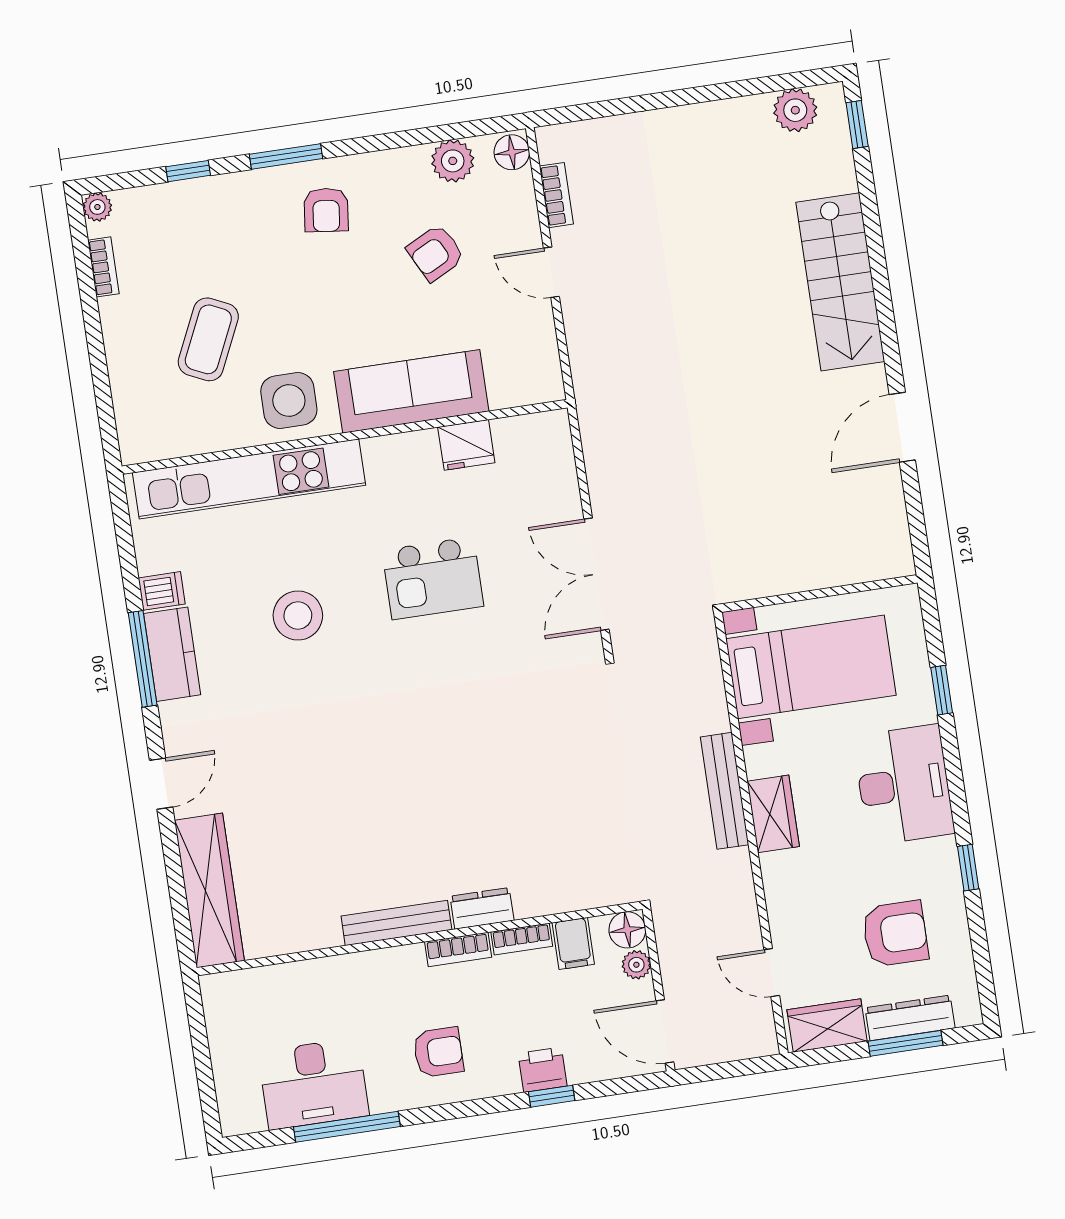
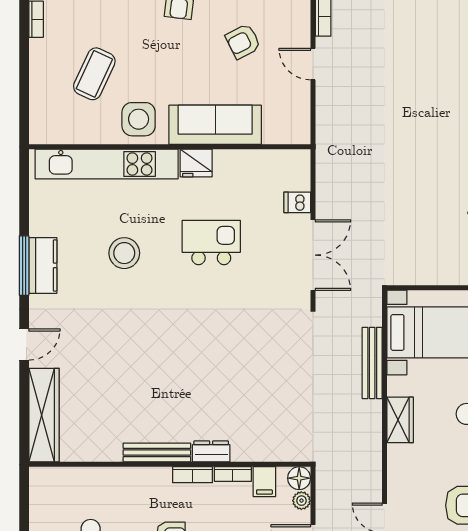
fridge: (466, 445) -> (196, 163), moved
double door: (597, 574) -> (313, 255), swing flipped
kitchen island: (433, 578) -> (211, 242), turned 180
dishwasher: (162, 591) -> (297, 202), moved, turned 180
bench: (725, 791) -> (372, 363), moved

